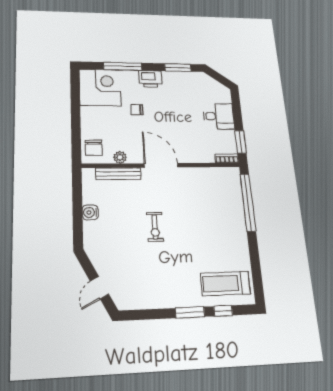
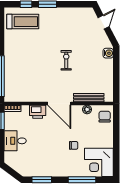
printer: (150, 79) -> (38, 112), moved, turned 180
water cooler: (90, 212) -> (108, 53), moved

